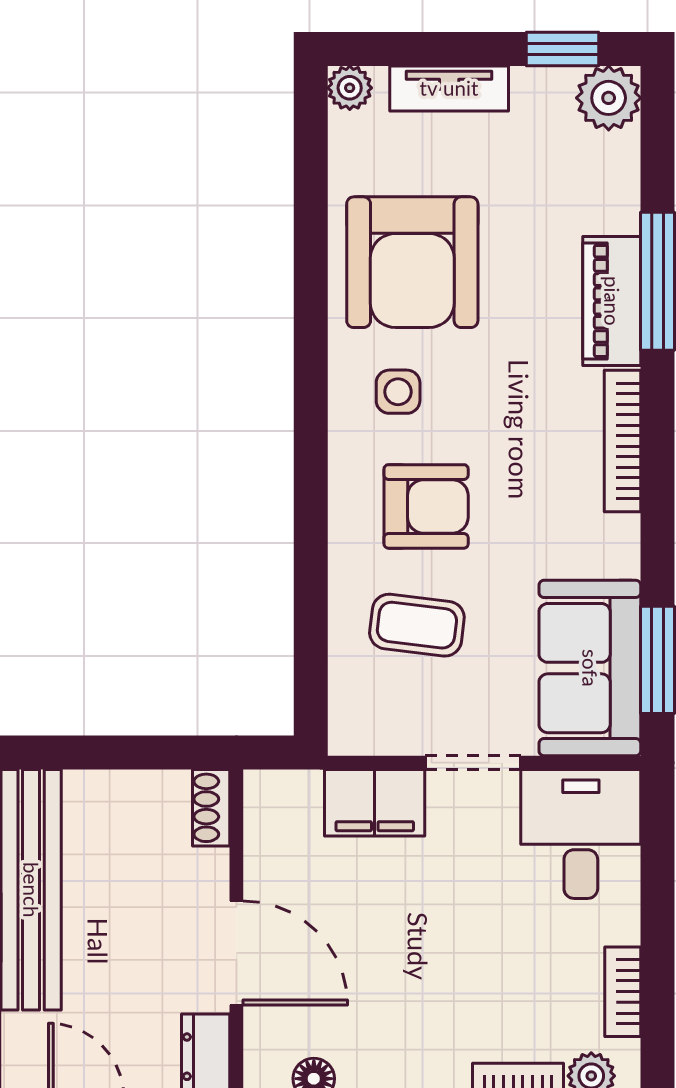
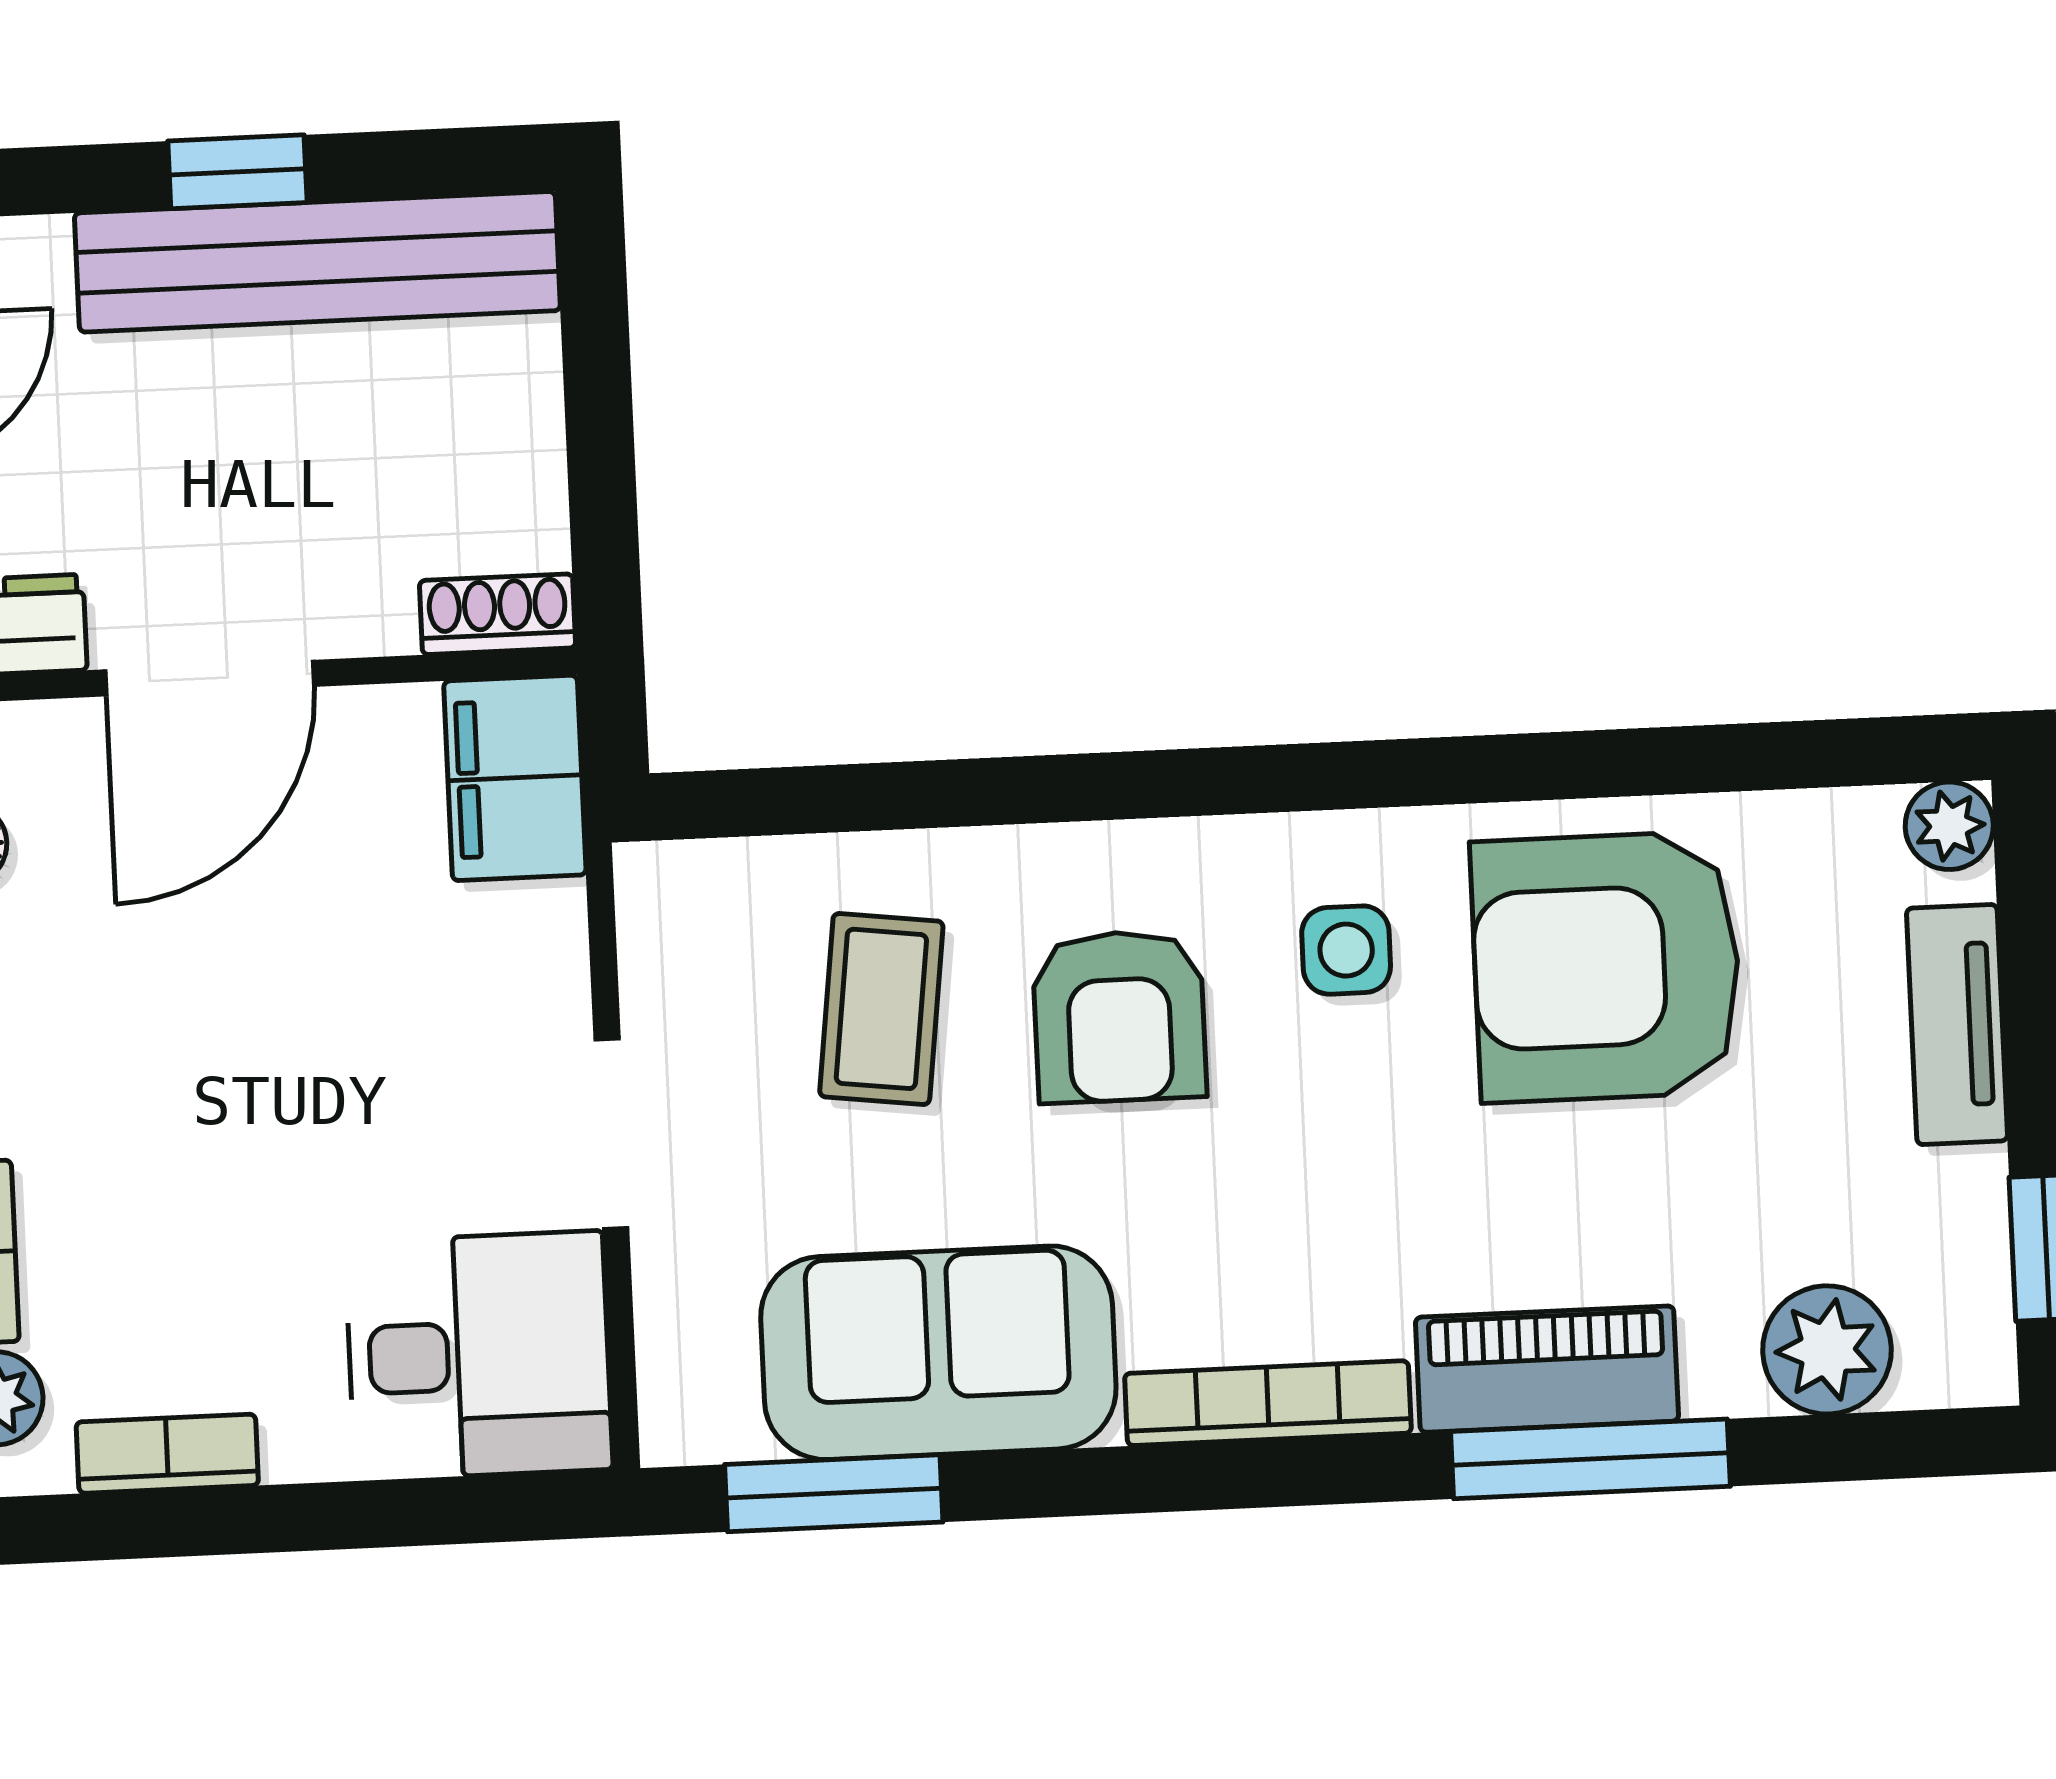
plant: (609, 98) -> (1827, 1350), moved
sofa: (590, 668) -> (938, 1353), moved
filing cabinet: (375, 803) -> (515, 778), moved

